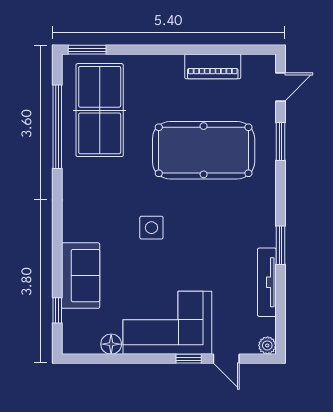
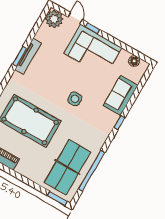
tv unit: (267, 282) -> (28, 56), moved
window: (57, 310) -> (119, 123), moved
floor lamp: (111, 344) -> (134, 61), moved
plant: (267, 345) -> (54, 19), width x1.88, depth x1.88

